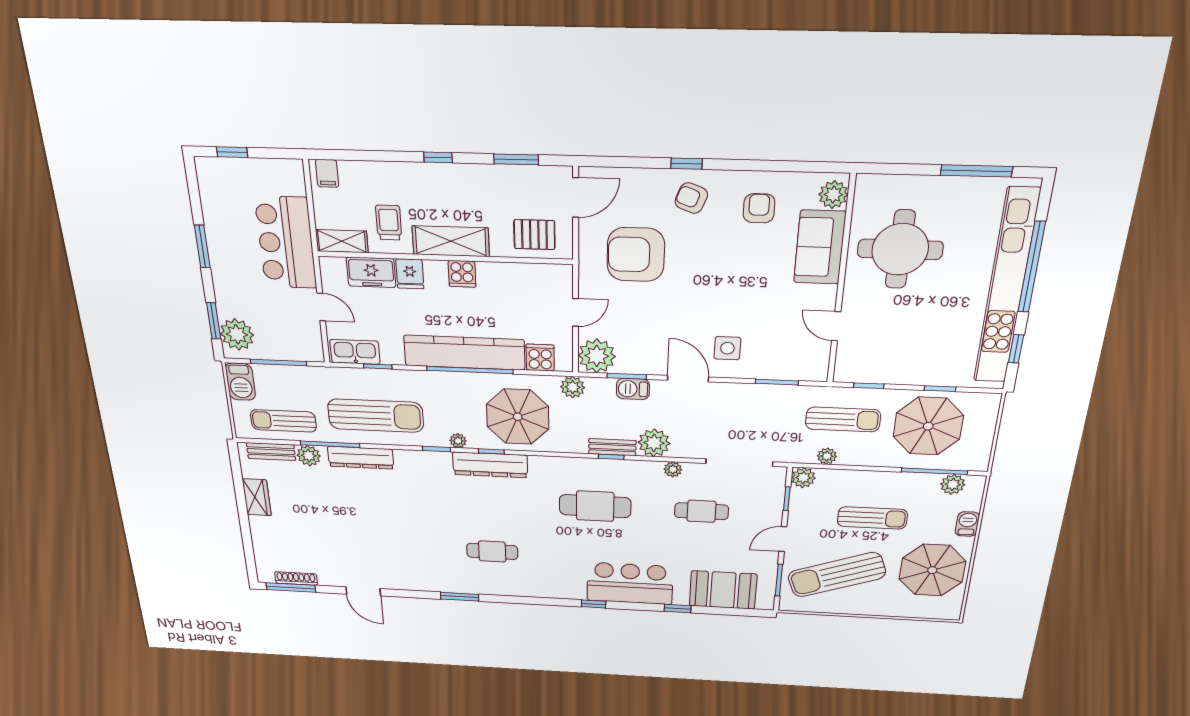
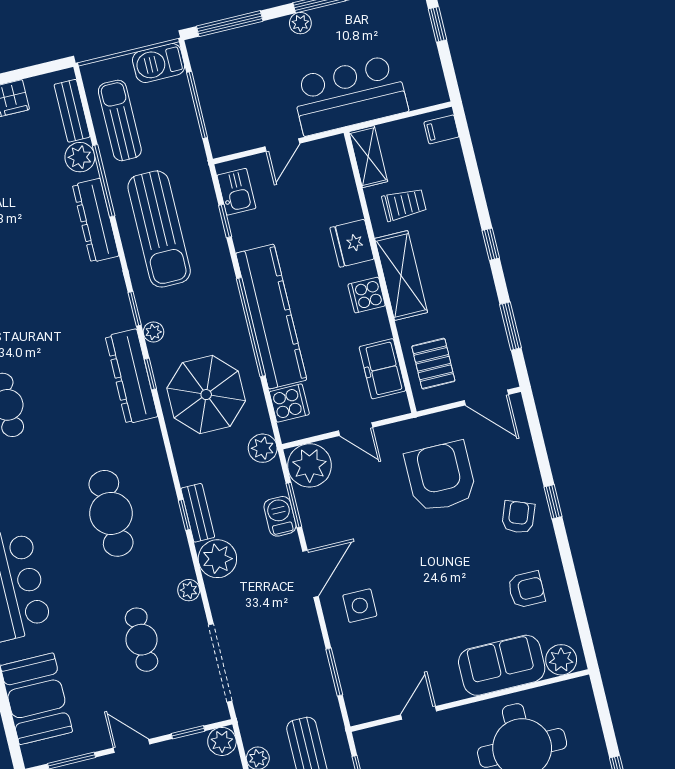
freezer: (371, 272) -> (383, 369), moved
fridge: (410, 274) -> (352, 243), width x1.38
window: (214, 321) -> (230, 24), width x1.44
plant: (237, 334) -> (300, 23), moved, width x0.53, depth x0.53
kitchen sink: (355, 352) -> (236, 192), width x0.73

